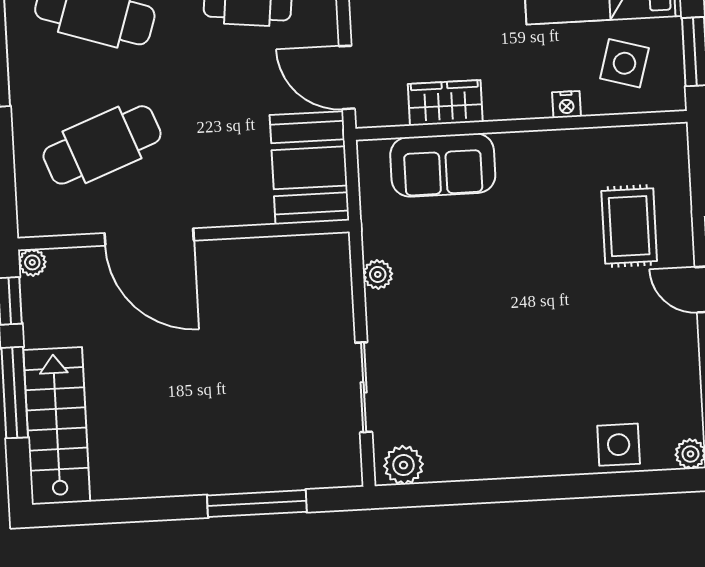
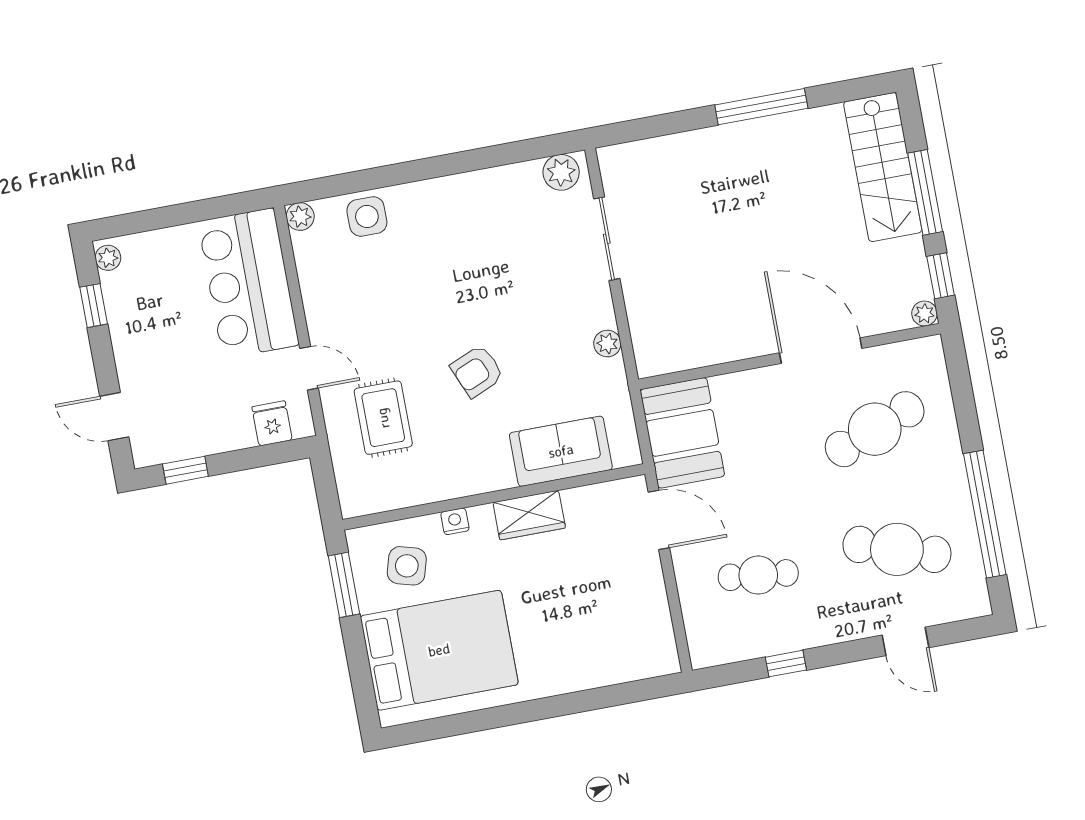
wardrobe: (445, 103) -> (529, 515), moved
armchair: (522, 263) -> (477, 371), added
window: (257, 504) -> (761, 107), moved

